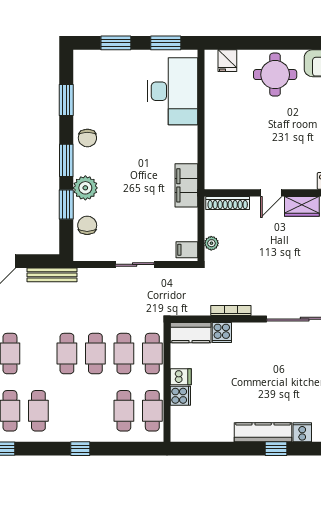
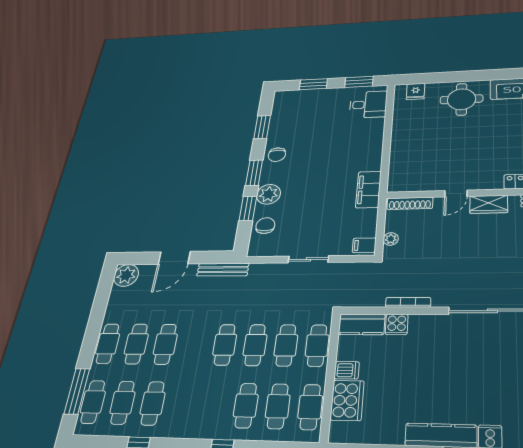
desk: (172, 91) -> (368, 105), width x0.53, depth x0.77
cooker: (180, 396) -> (347, 400), width x1.87, depth x1.31
cafe table: (38, 411) -> (246, 405), moved

